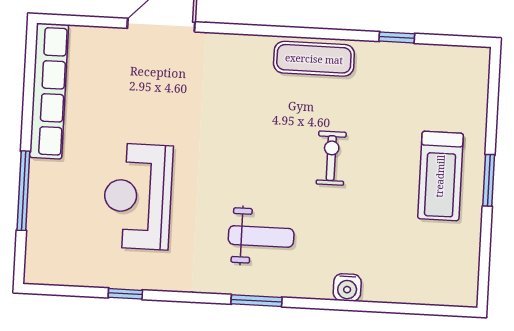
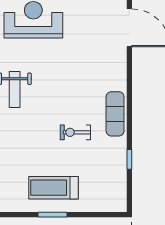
exercise bike: (331, 158) -> (75, 132), moved, turned 180

